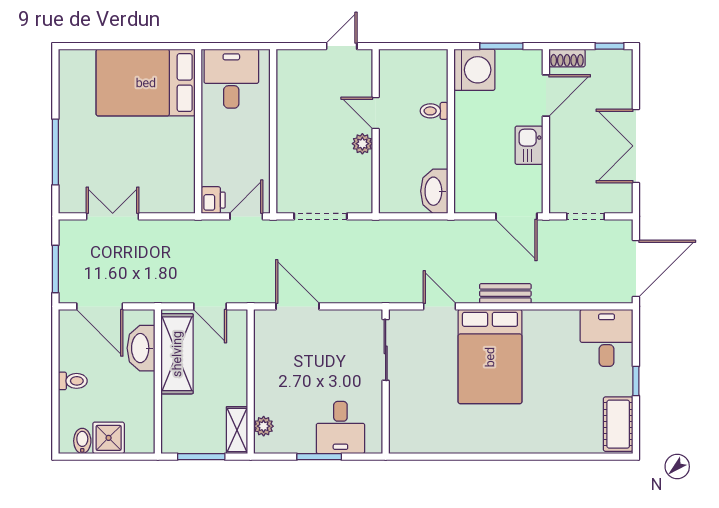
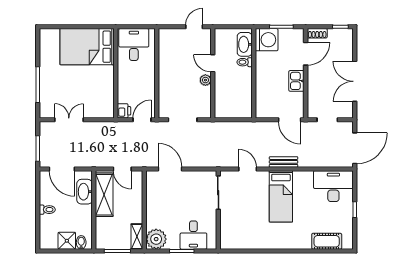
washbasin: (434, 191) -> (245, 44), moved
desk: (607, 338) -> (333, 186), width x1.37
bed: (490, 357) -> (281, 196), width x0.67
cot: (618, 424) -> (327, 241), moved, turned 90
plant: (264, 426) -> (156, 239), width x1.88, depth x1.88
bidet: (82, 441) -> (81, 242), moved

